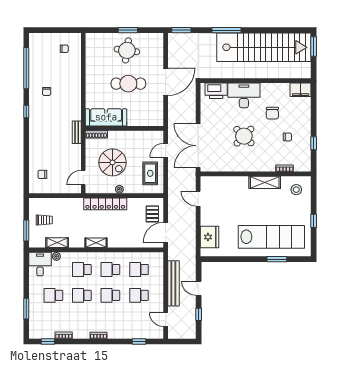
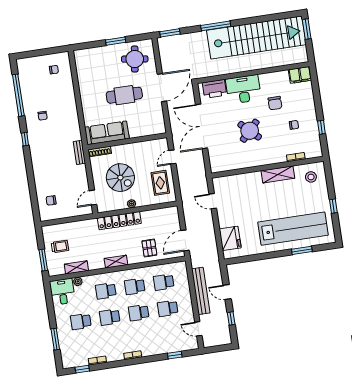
round table: (127, 50) -> (135, 59), moved
double door: (198, 146) -> (201, 126), moved
pallet: (152, 214) -> (149, 248), moved

